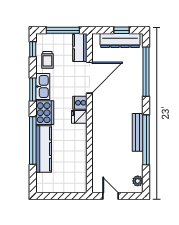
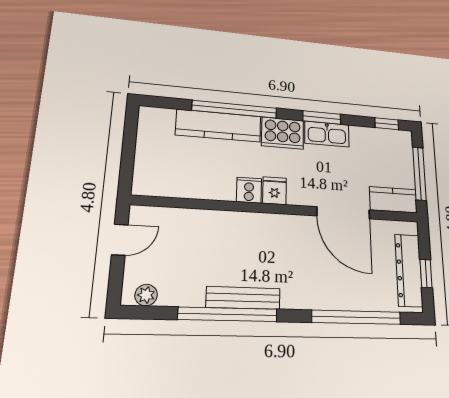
trolley: (47, 60) -> (371, 145), removed
cooker: (80, 103) -> (249, 190), moved

